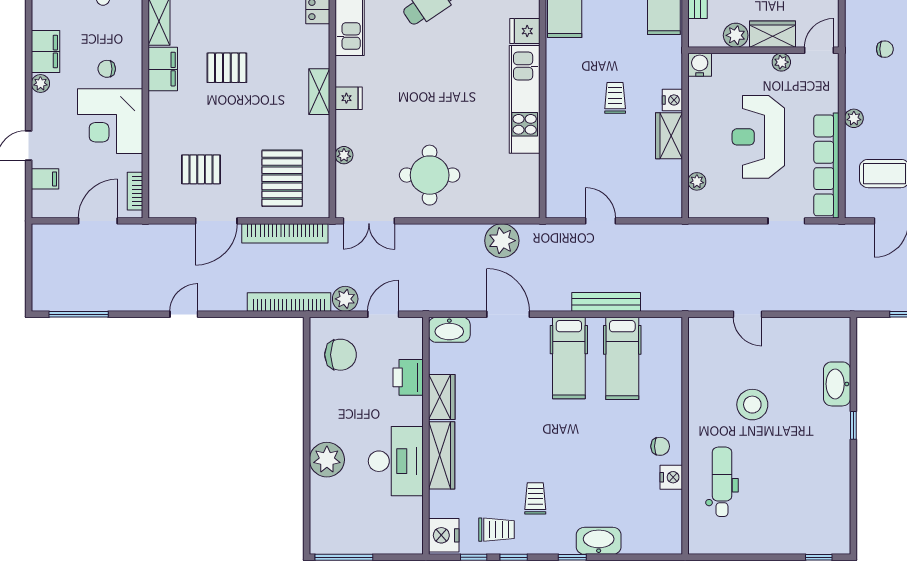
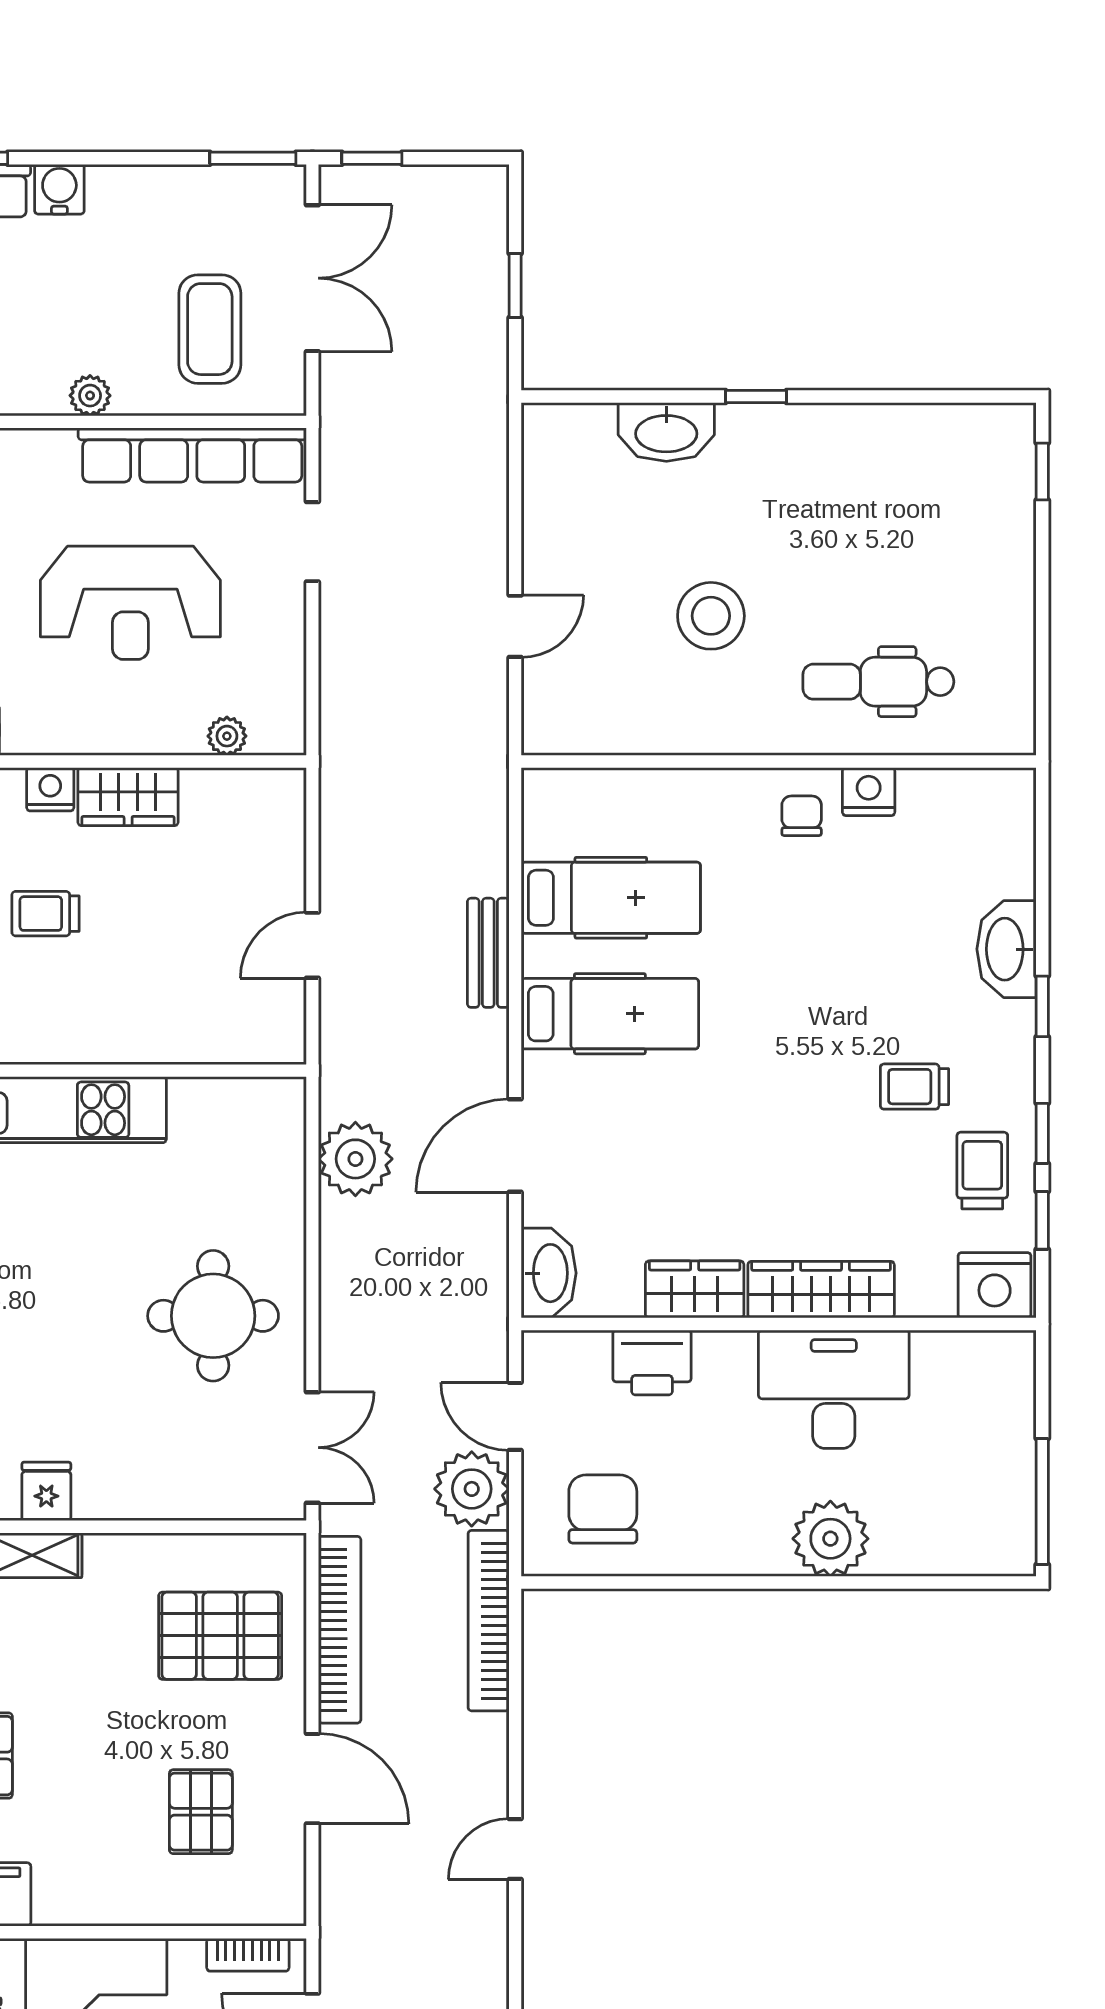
plant: (344, 155) -> (170, 1502), removed
plant: (345, 299) -> (472, 1489), width x1.36, depth x1.36
bench: (606, 302) -> (488, 953), width x0.73
door: (184, 314) -> (515, 1849), hinge flipped

